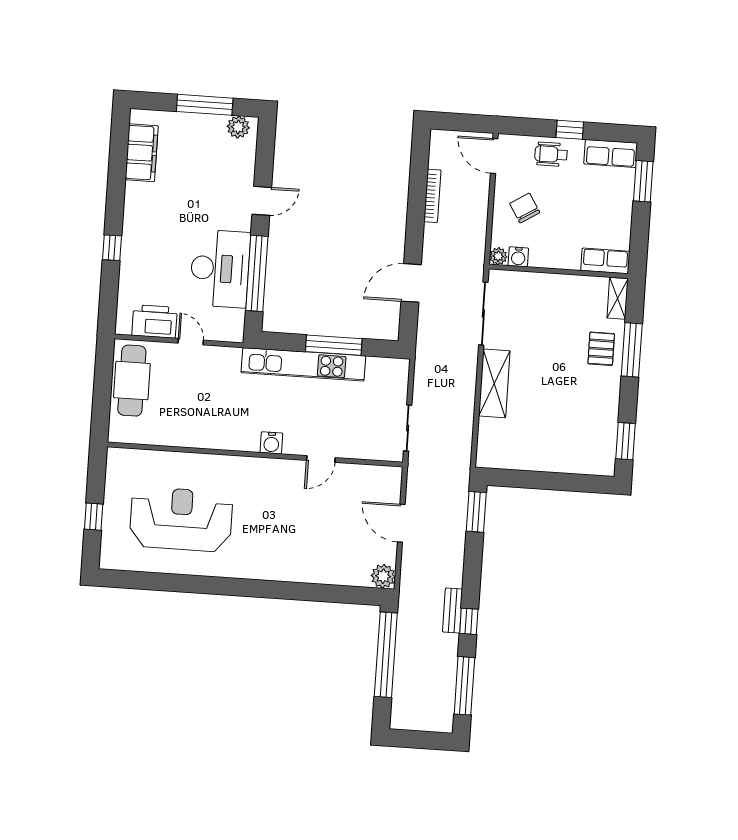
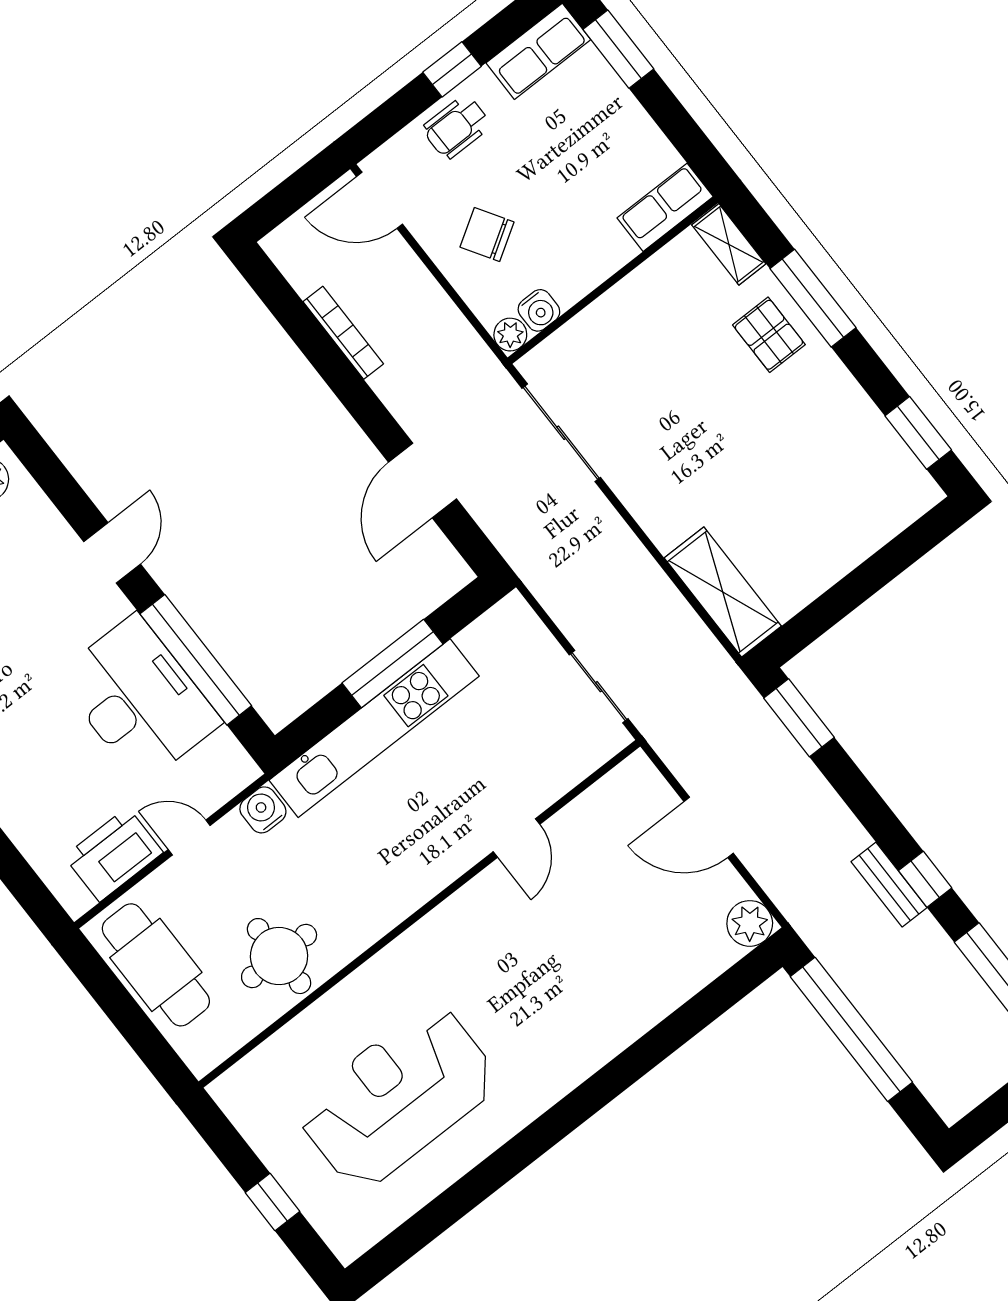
shelving: (494, 383) -> (723, 592), moved
round table: (184, 421) -> (279, 956), added
water cooler: (271, 443) -> (263, 810), moved, turned 180

